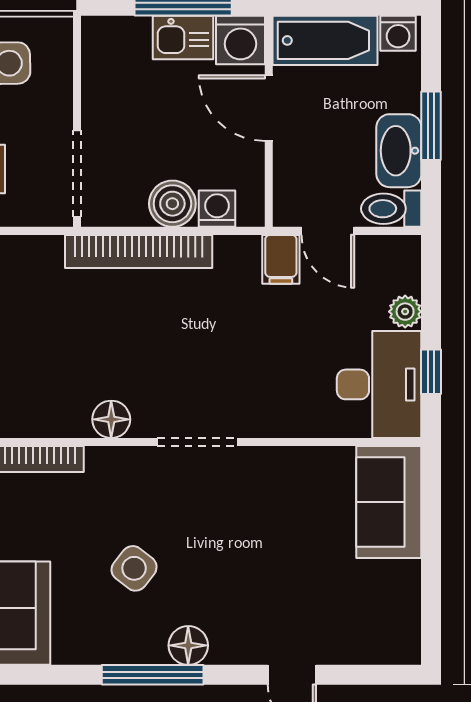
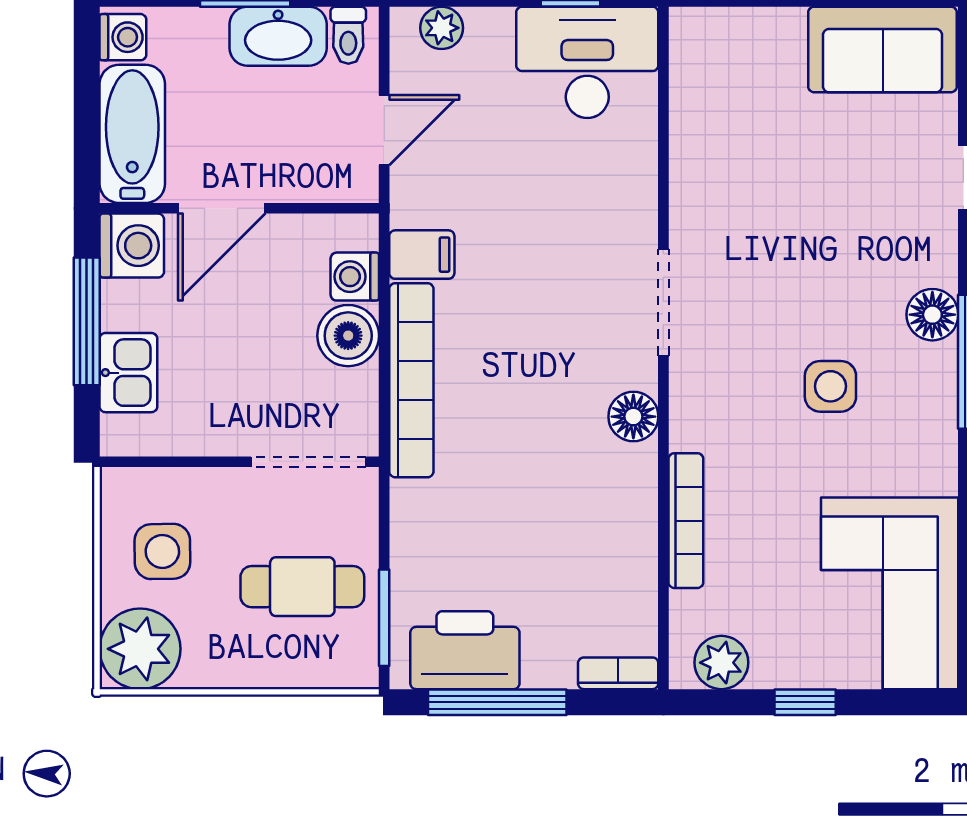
kitchen sink: (183, 38) -> (128, 373), moved
toilet: (391, 209) -> (348, 35), width x0.73, depth x0.72
filing cabinet: (281, 259) -> (422, 255), moved
plant: (405, 312) -> (442, 28), moved
sofa: (389, 502) -> (883, 49), moved
side table: (134, 568) -> (830, 386), turned -38

